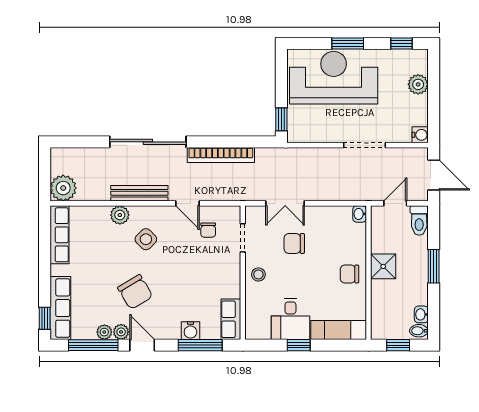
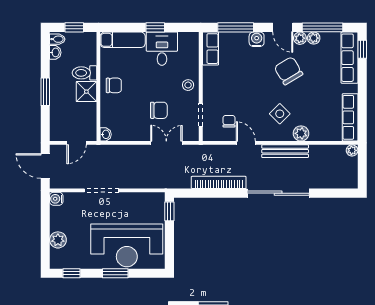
plant: (63, 188) -> (352, 150), width x0.53, depth x0.53
toilet: (419, 220) -> (84, 73), moved, turned -90
water cooler: (190, 331) -> (257, 39), moved

